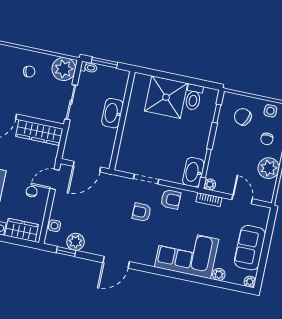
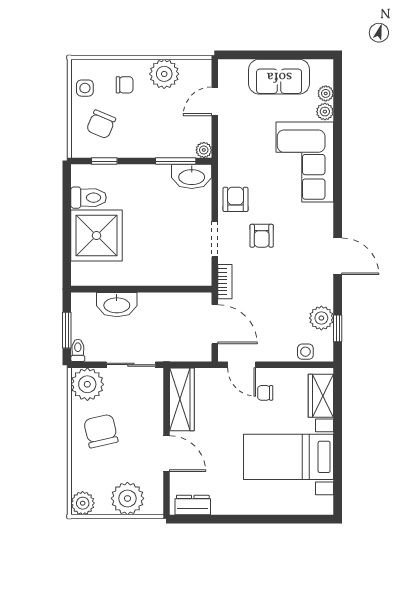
chair: (29, 72) -> (101, 431), width x1.87, depth x1.87
washbasin: (112, 113) -> (117, 305), moved
bookcase: (209, 200) -> (225, 282), moved
plant: (250, 282) -> (326, 93), moved

